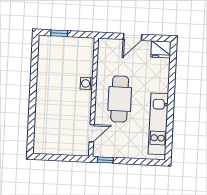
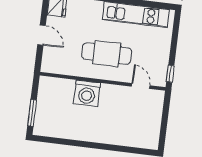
window: (59, 33) -> (32, 113), width x1.50
washing machine: (87, 84) -> (87, 93), width x1.89, depth x1.89

